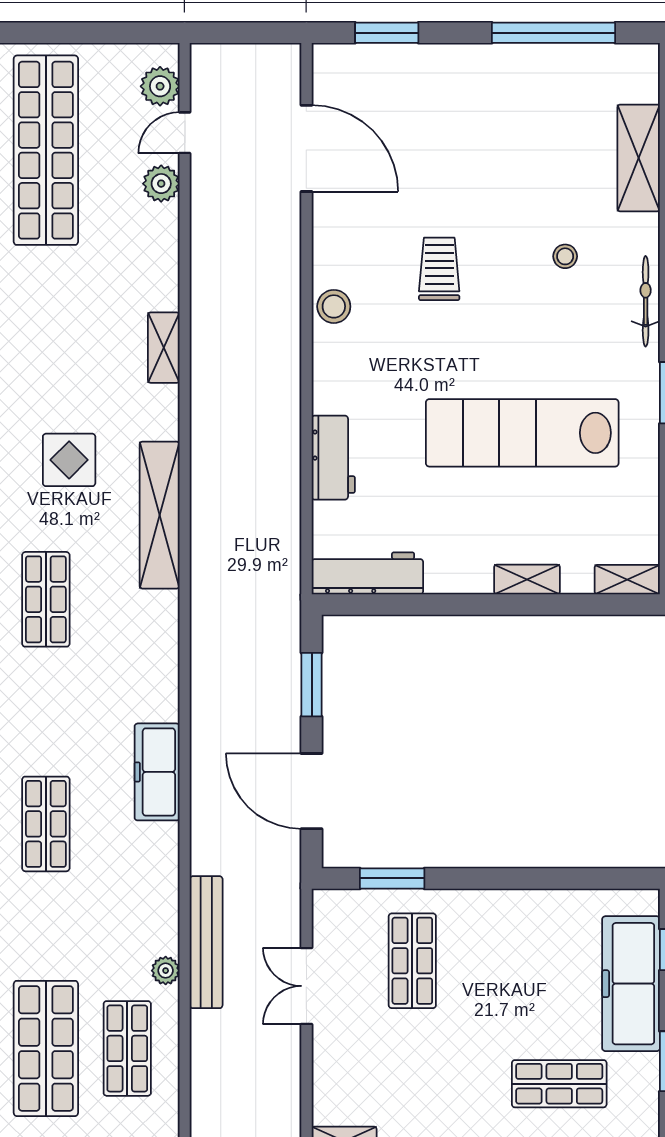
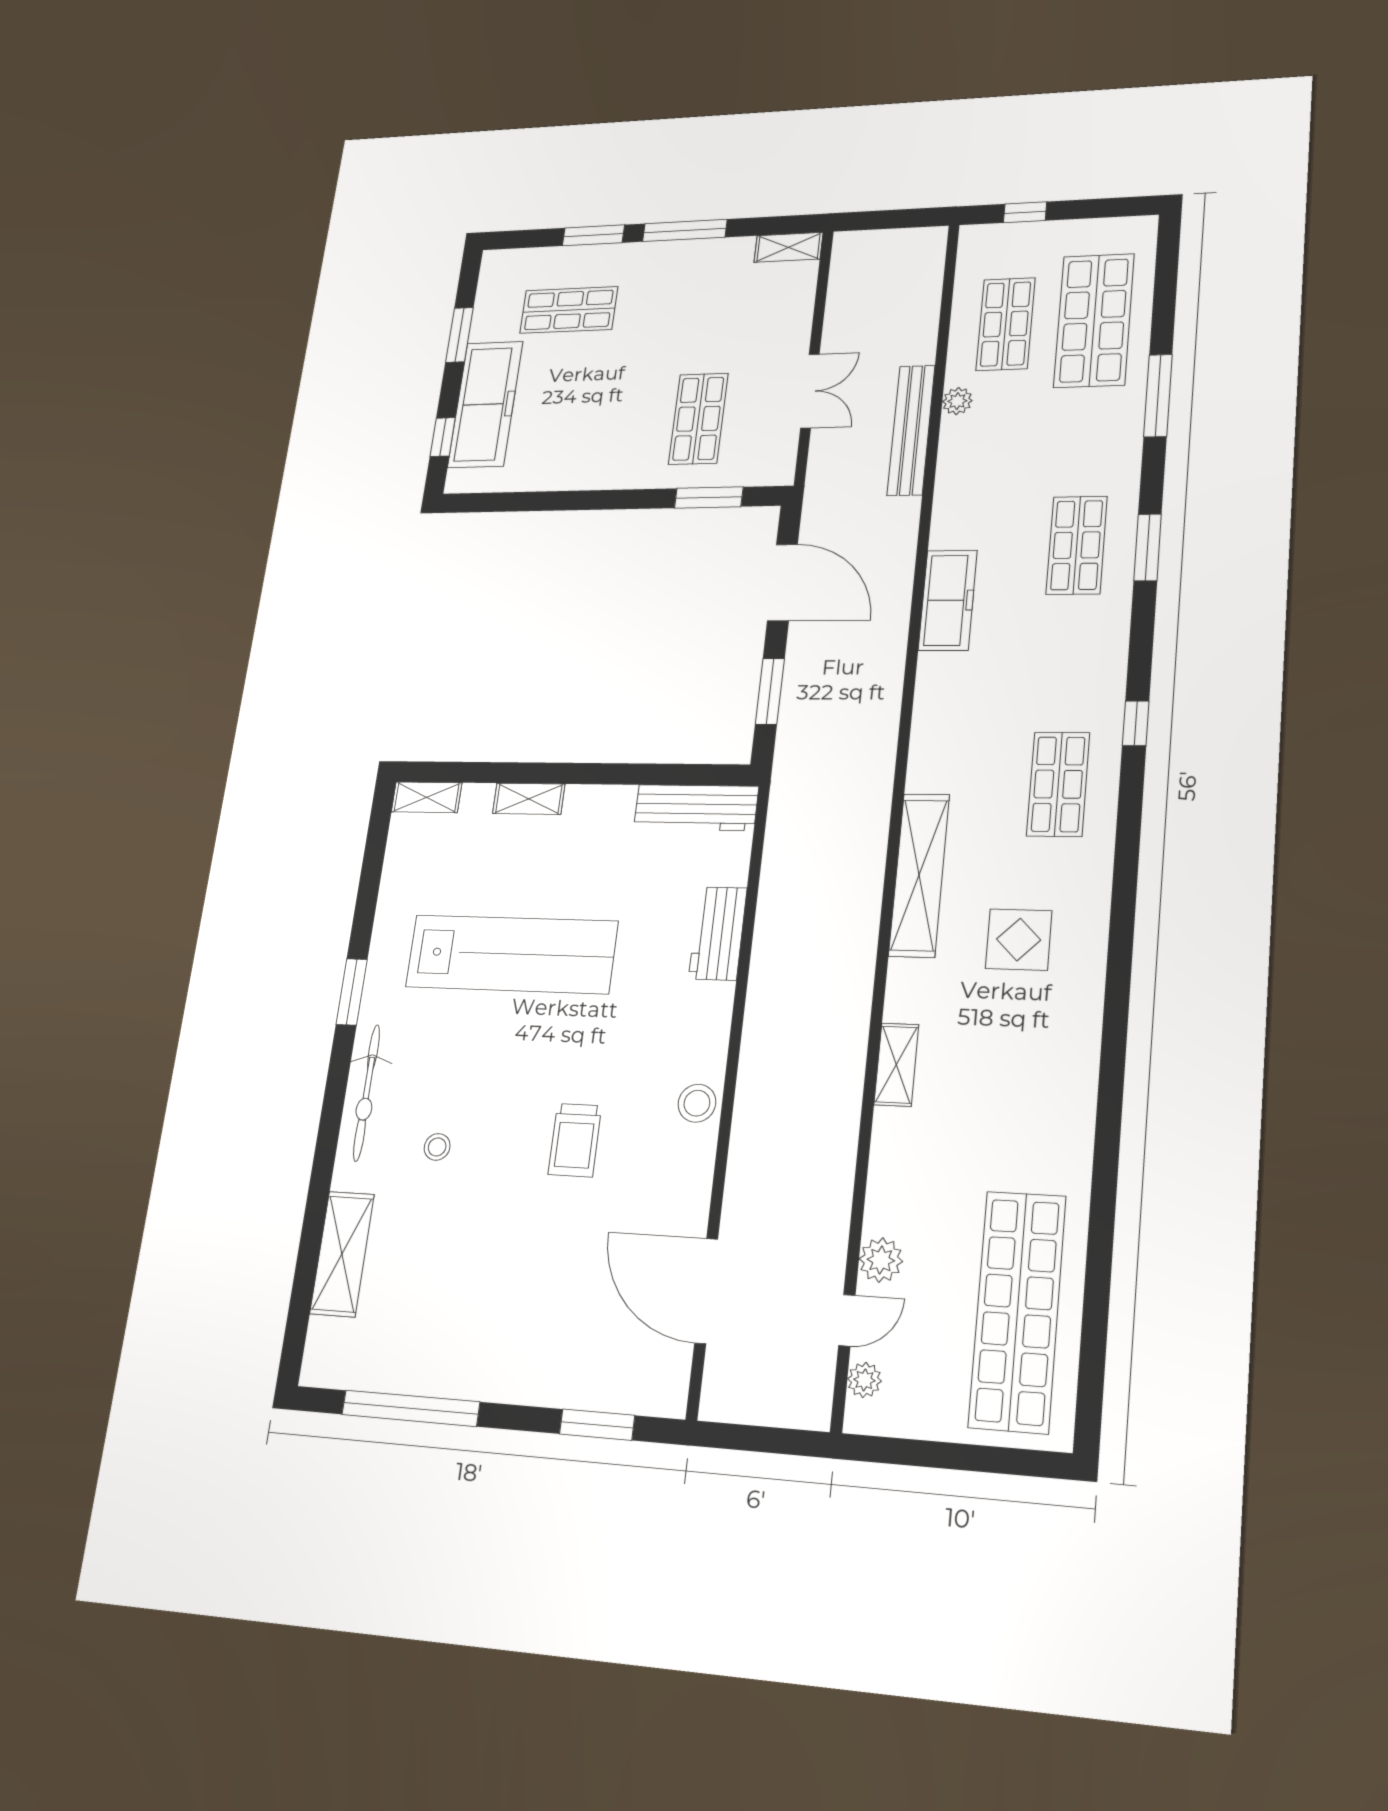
plant: (160, 86) -> (864, 1380), width x0.73, depth x0.73
bicycle: (646, 301) -> (367, 1093), width x1.37, depth x1.40

